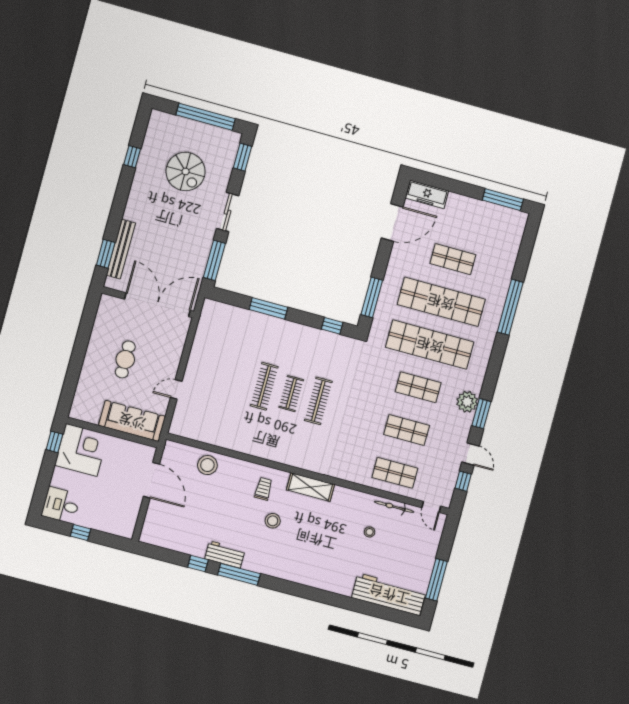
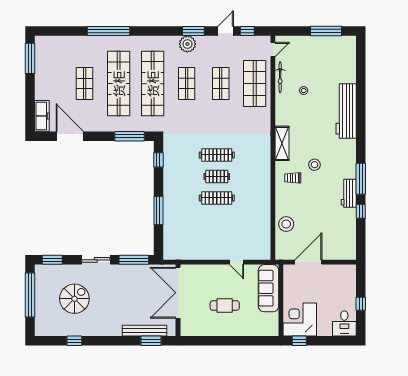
shop shelf: (395, 473) -> (255, 84), width x1.43, depth x1.36
workbench: (389, 594) -> (346, 111), moved

